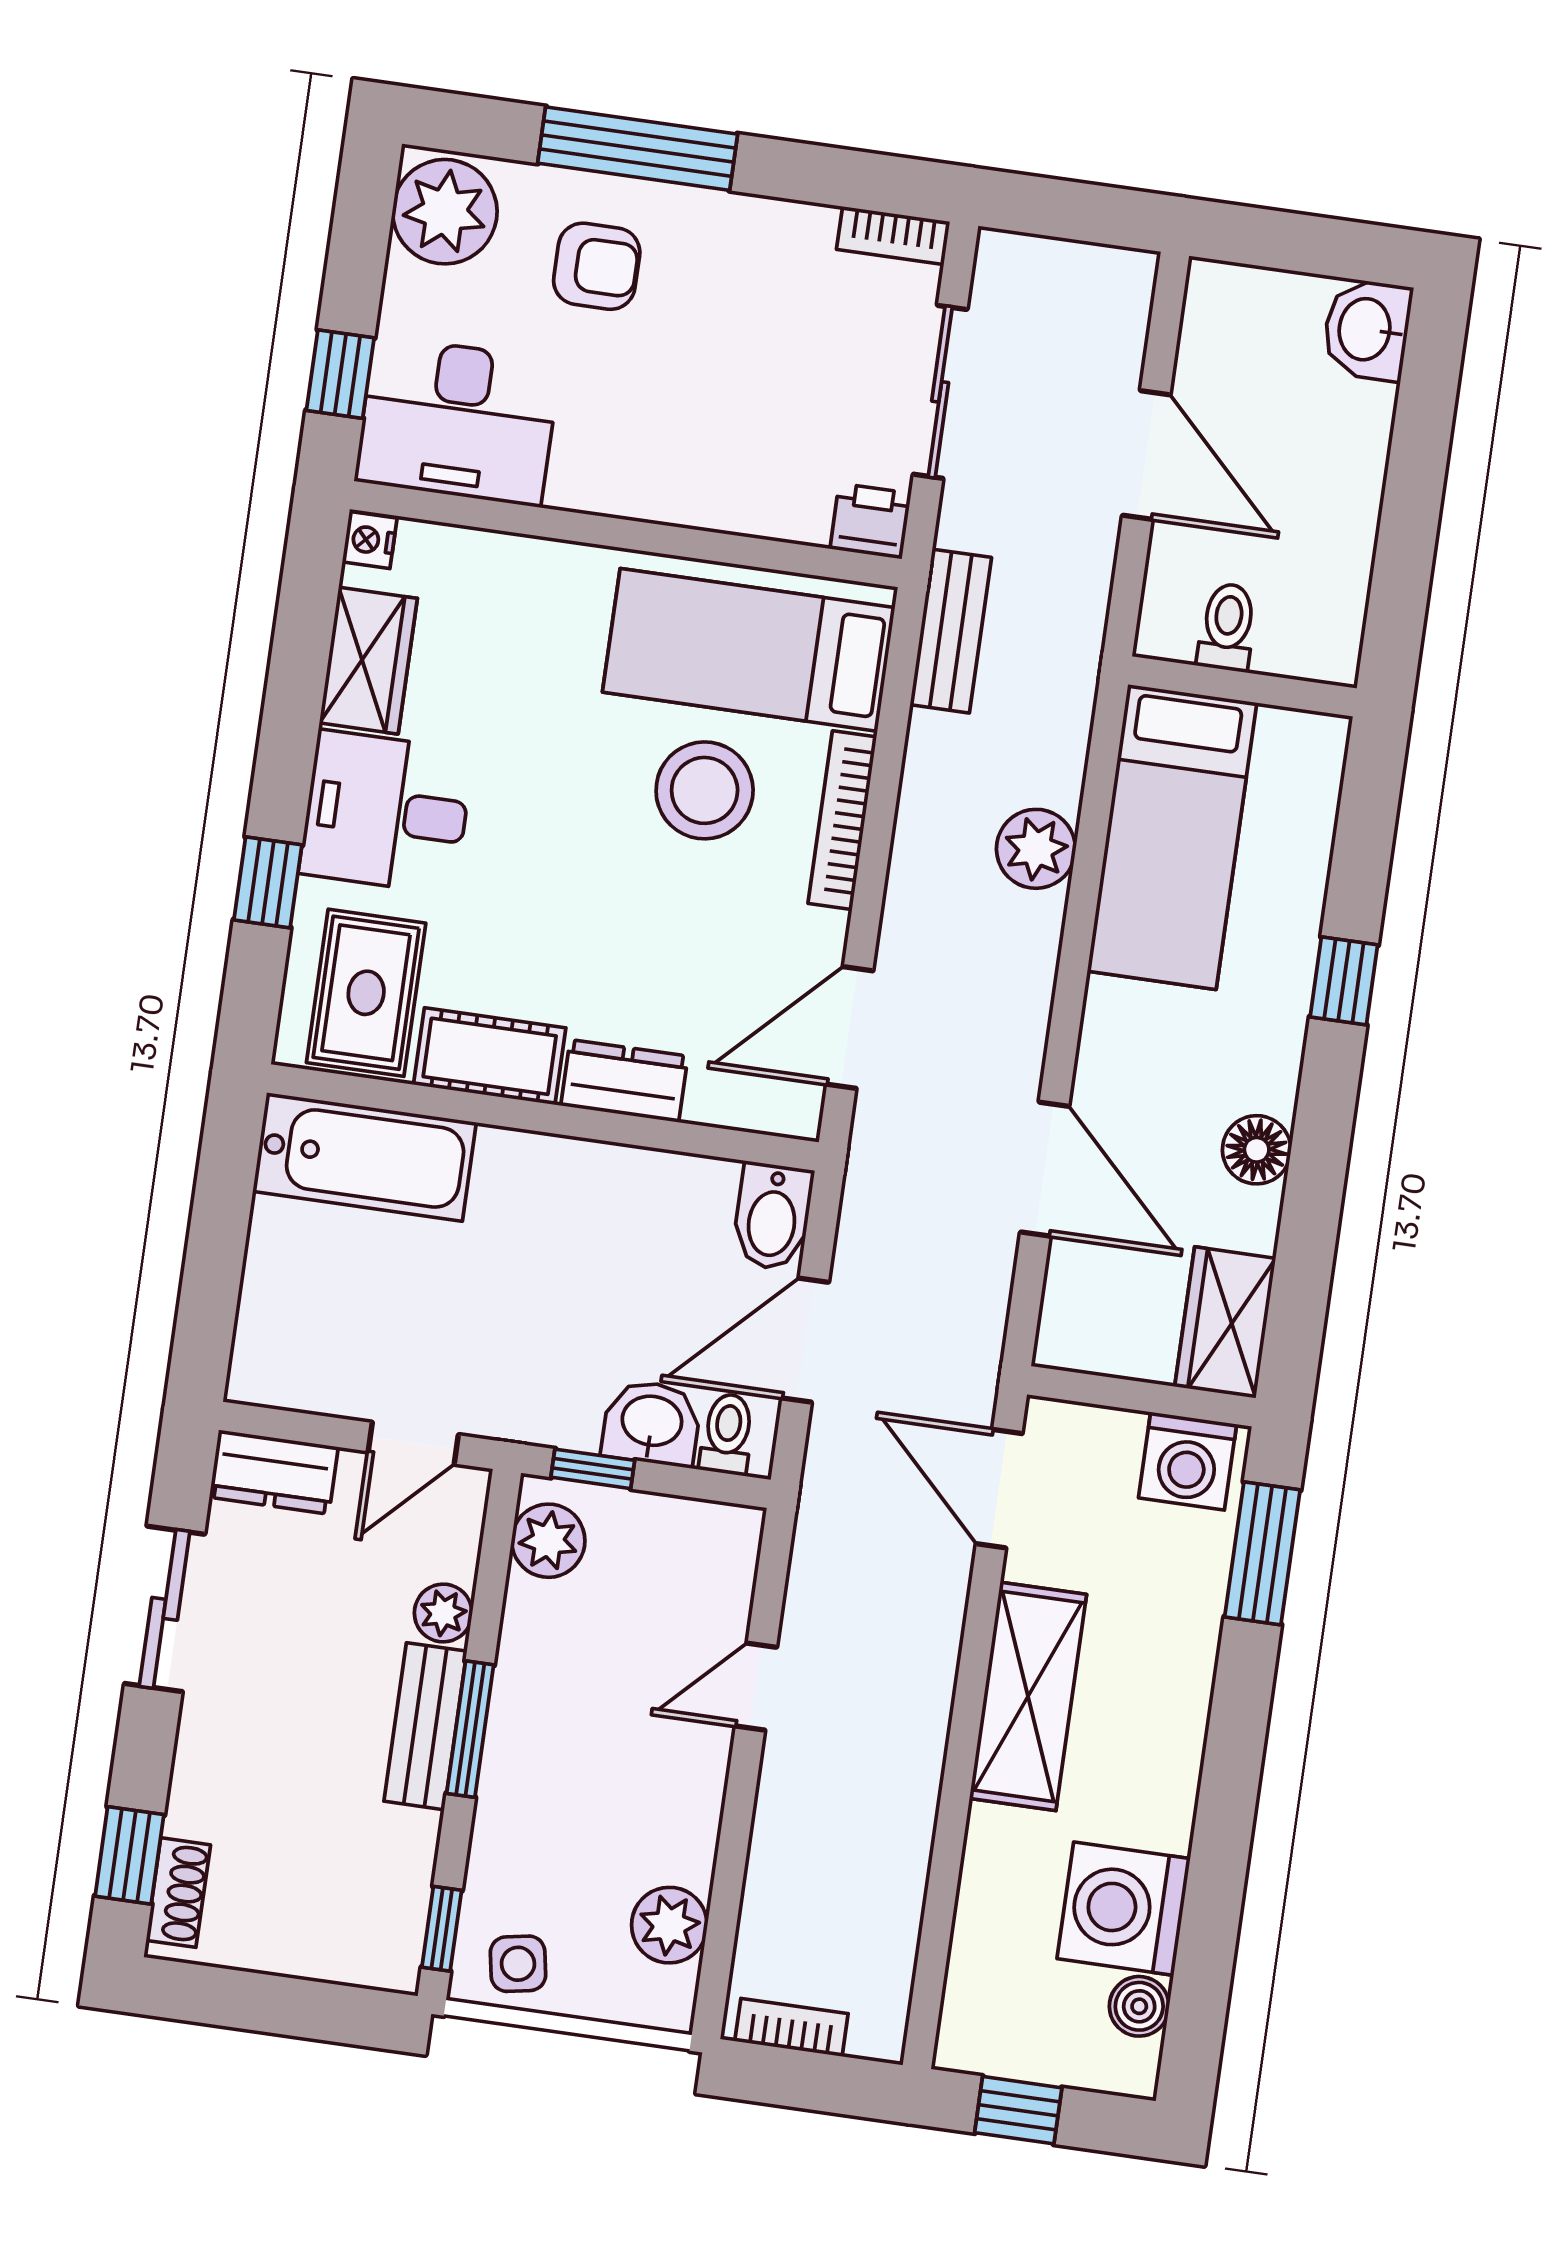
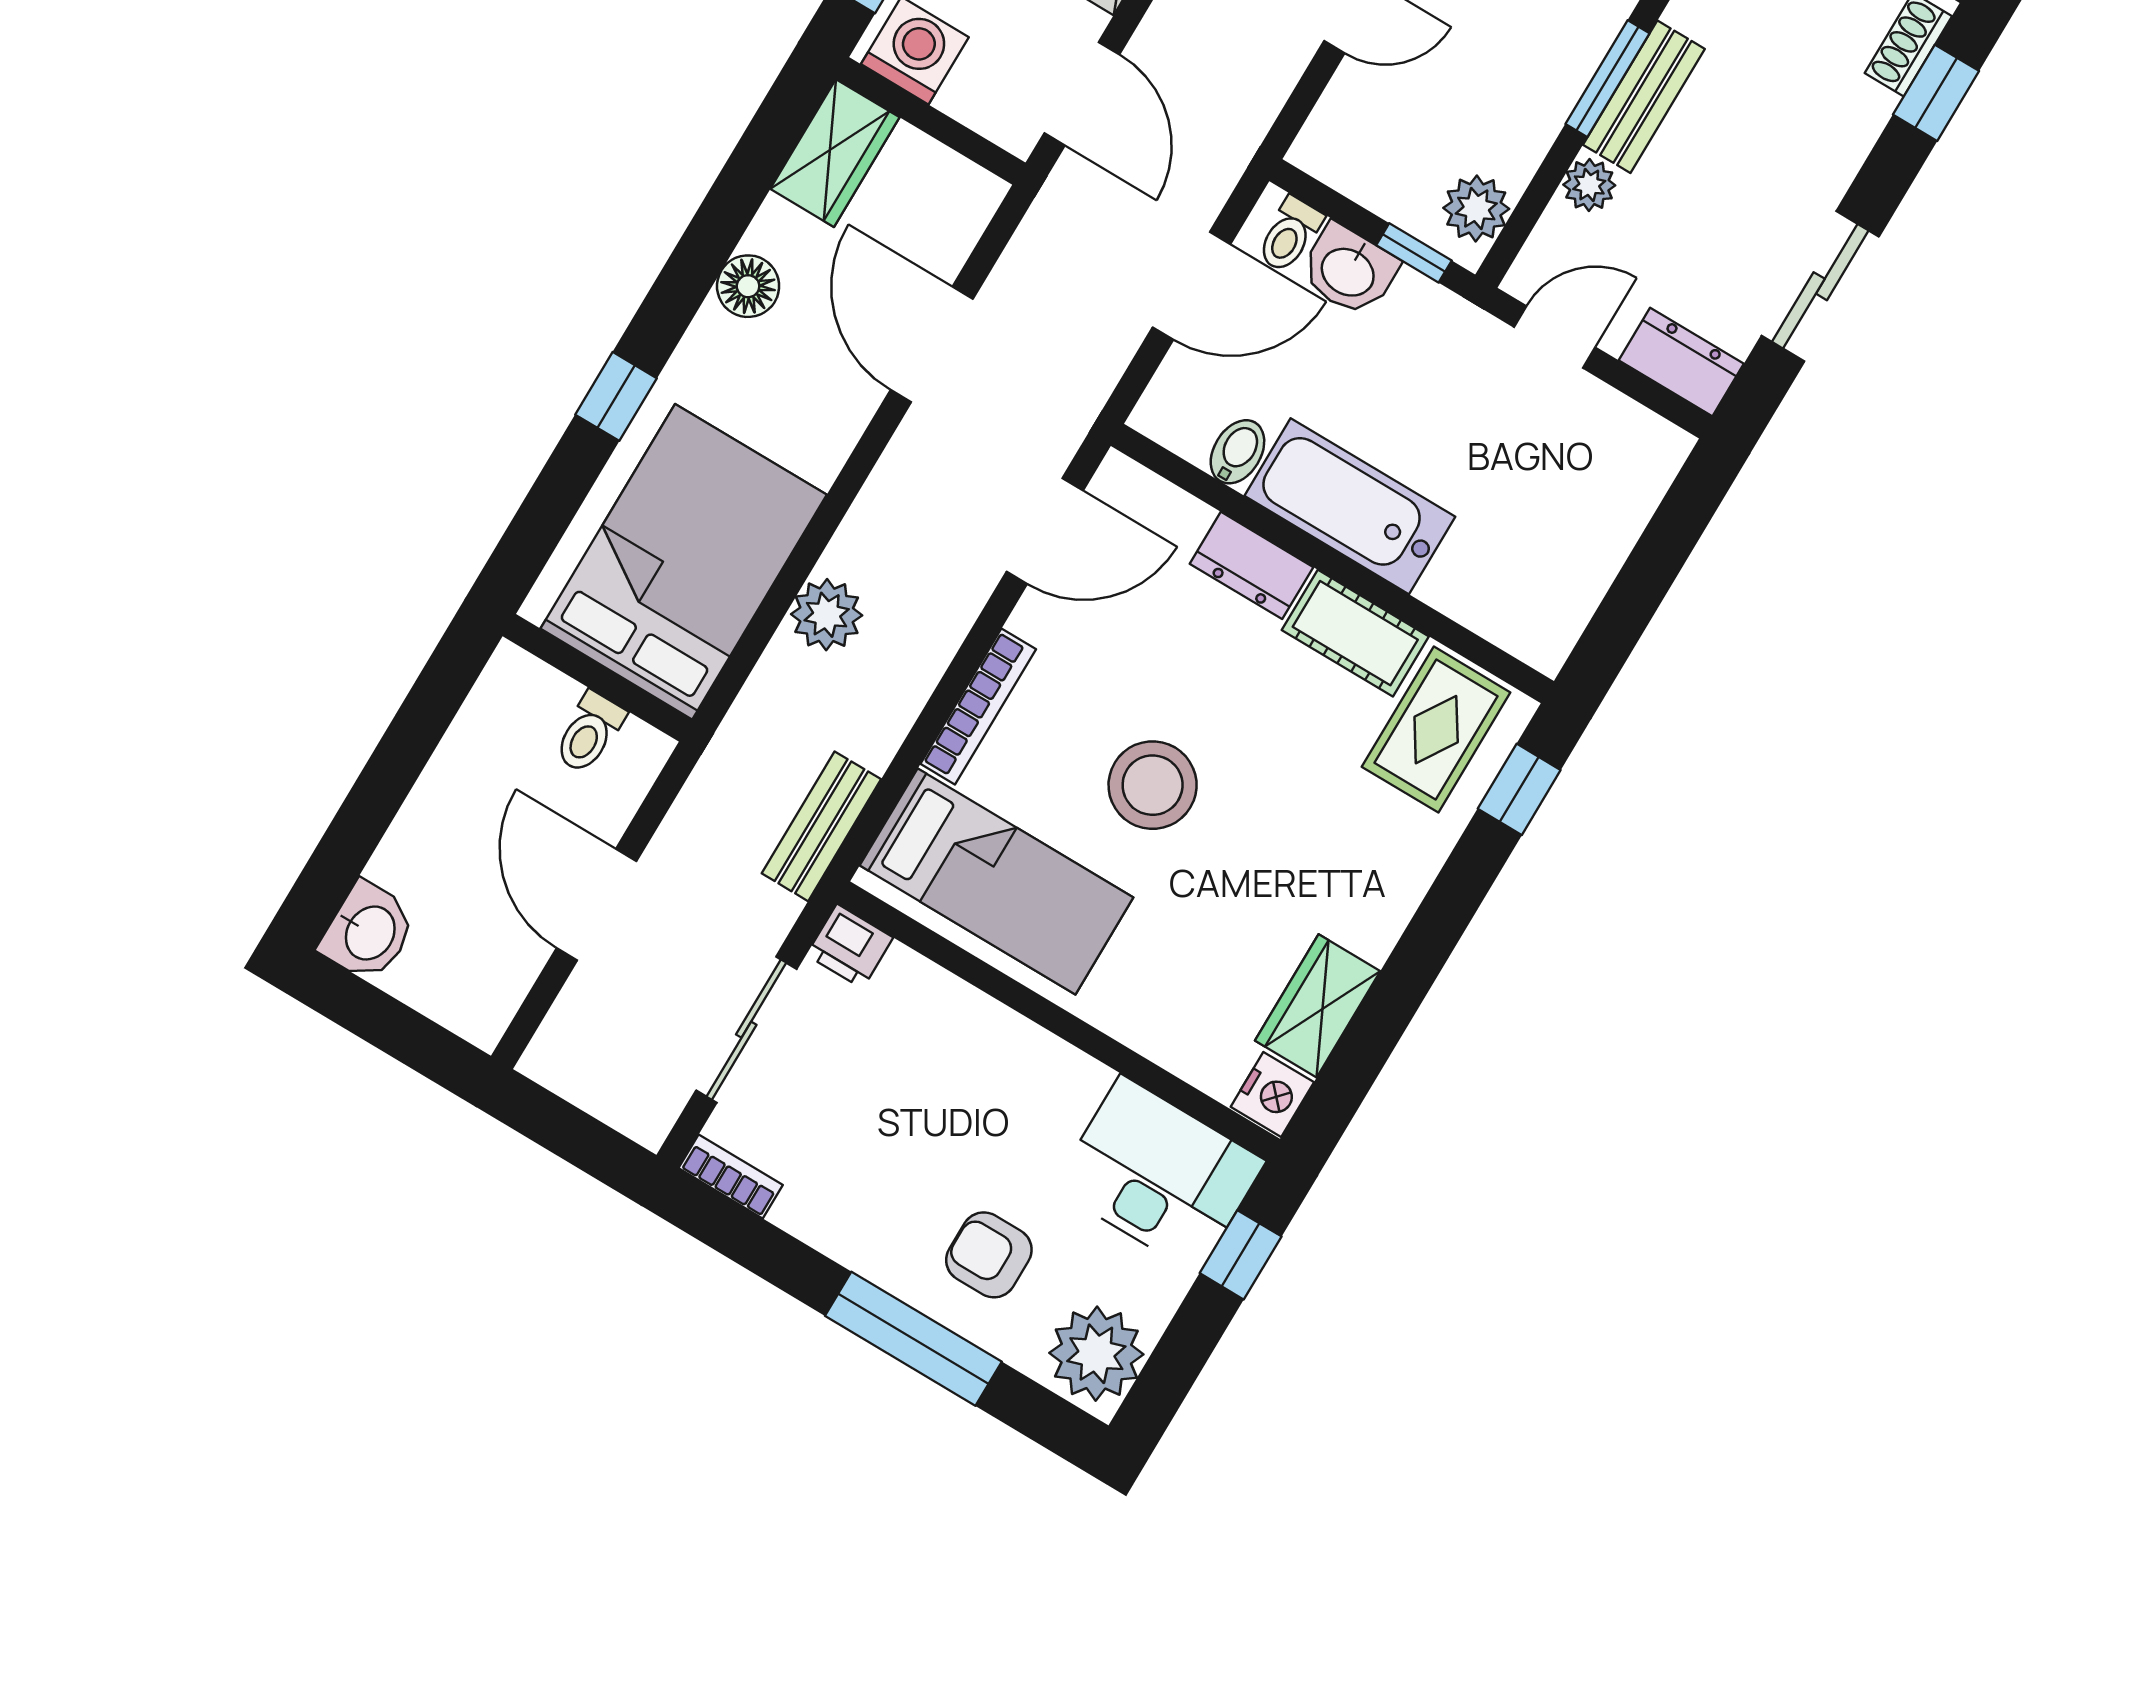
nightstand: (370, 540) -> (1272, 1094), width x1.39, depth x1.35
stool: (705, 790) -> (1153, 785), moved
desk: (386, 812) -> (1356, 873), removed
bed: (1172, 837) -> (684, 562), width x1.50
window: (268, 882) -> (1519, 789), moved
bathtub: (365, 1157) -> (1350, 506), moved
bidet: (773, 1217) -> (1237, 452), moved, width x0.72, depth x0.74

